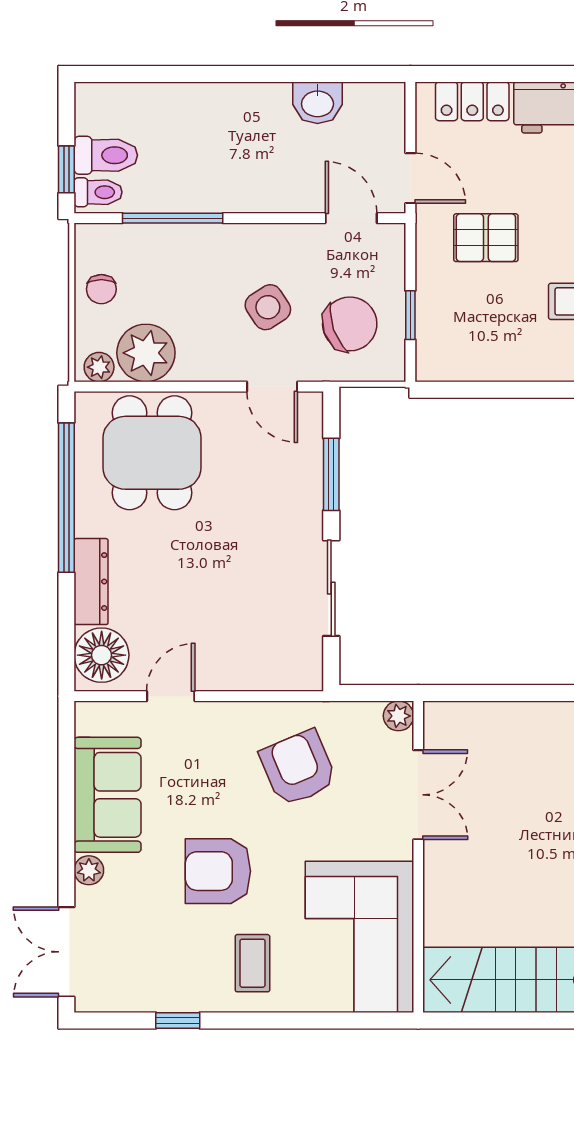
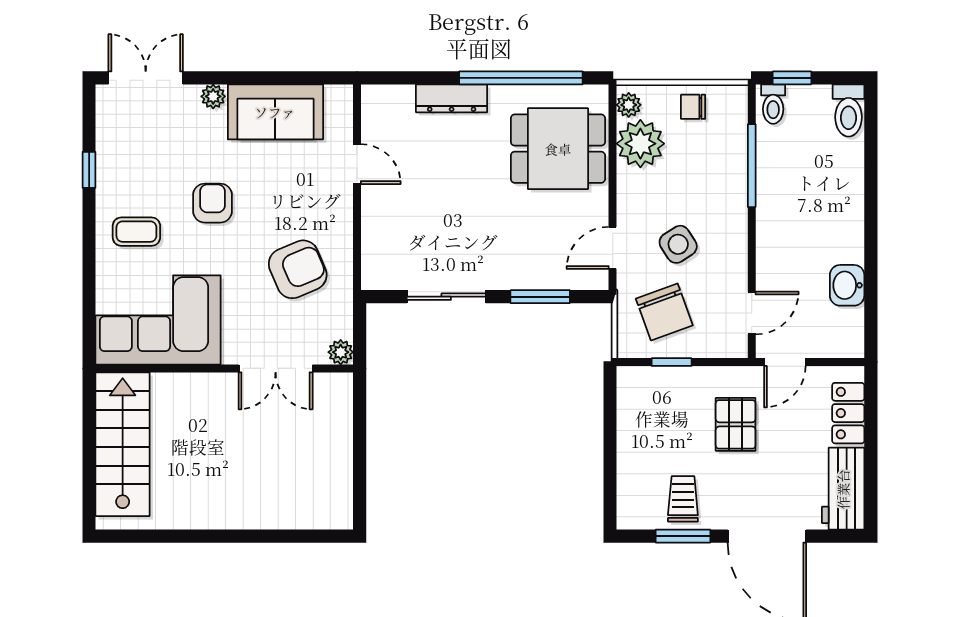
toilet: (106, 155) -> (849, 110), moved
floor lamp: (102, 655) -> (391, 107), removed
armchair: (218, 871) -> (212, 203), width x0.72, depth x0.72

